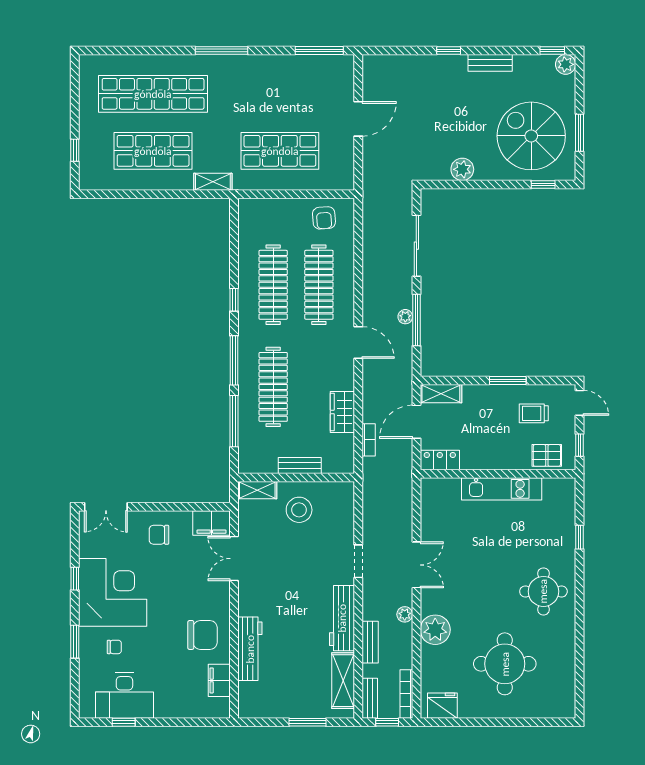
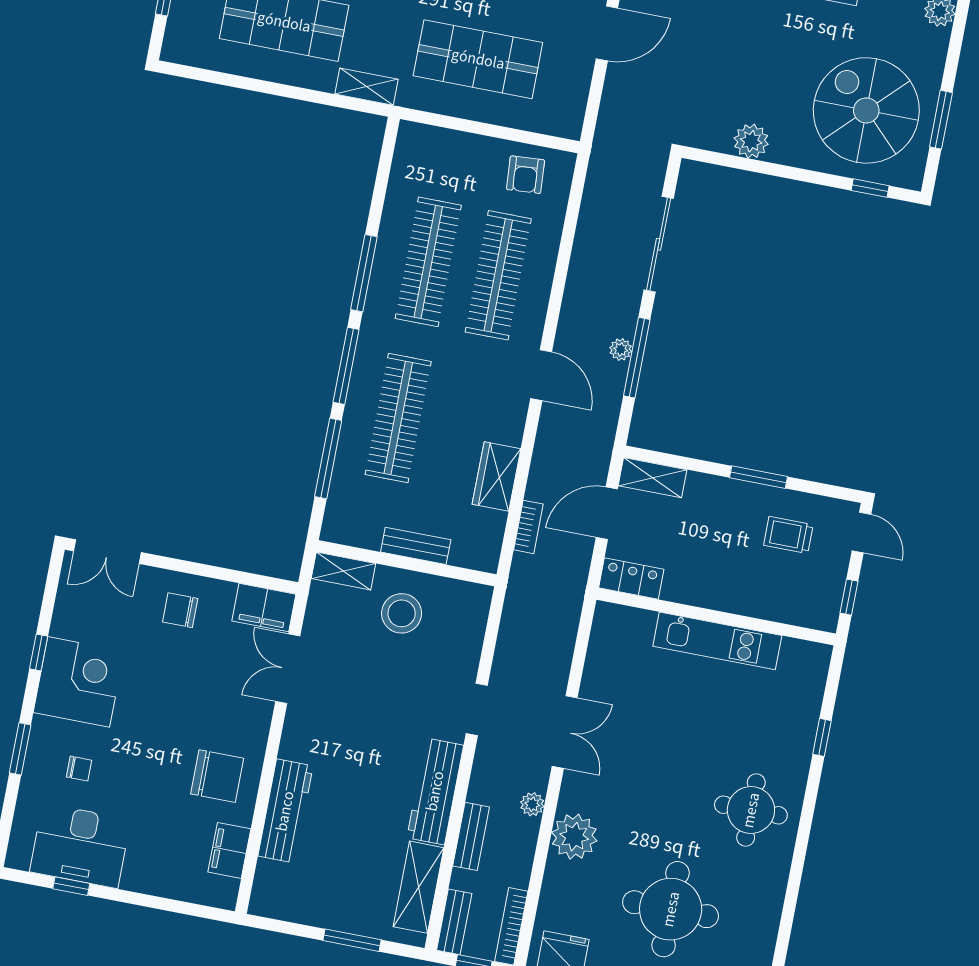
window: (234, 300) -> (364, 273), width x2.17
pallet: (547, 455) -> (796, 603), removed
corner desk: (113, 592) -> (79, 682), width x0.74, depth x0.74

